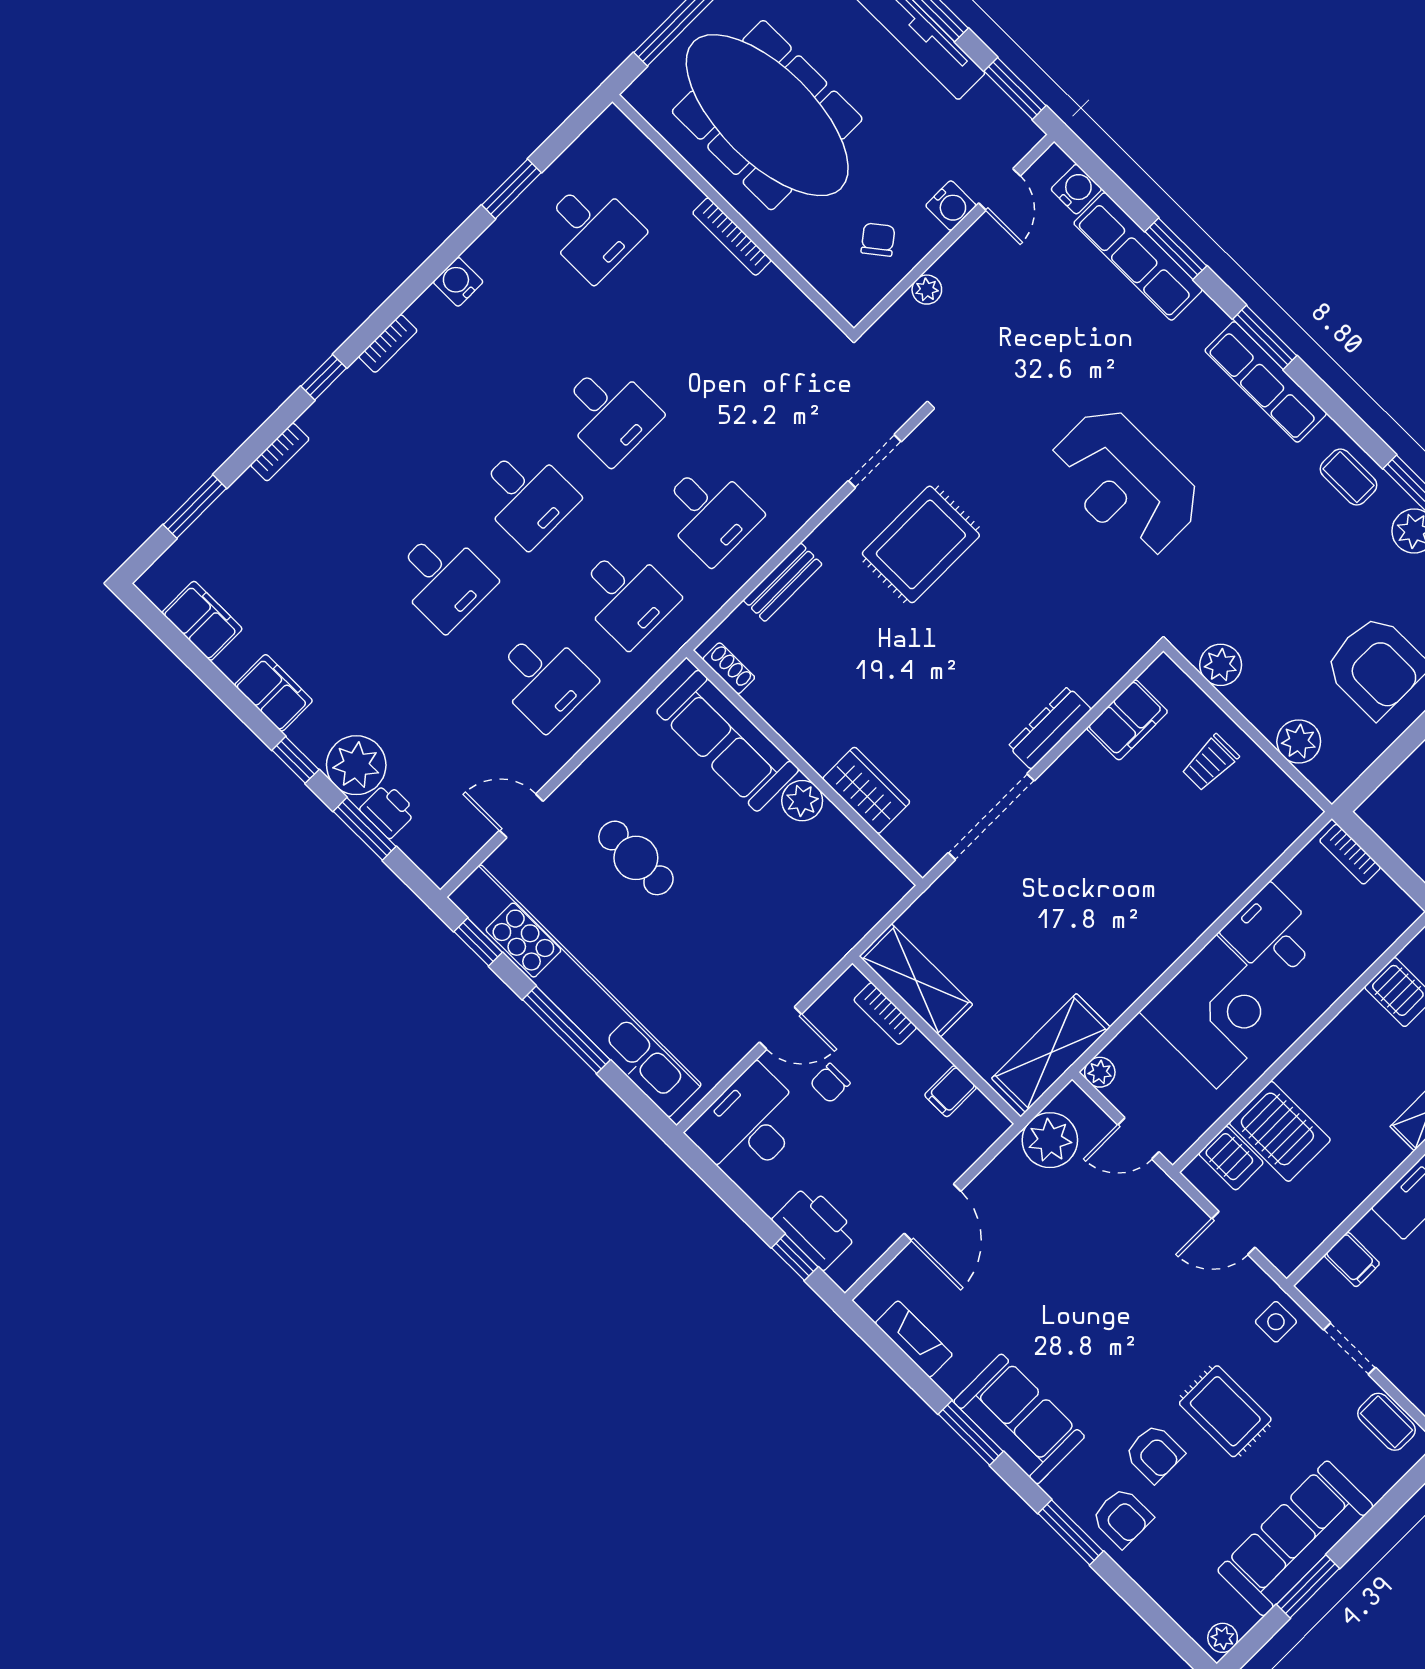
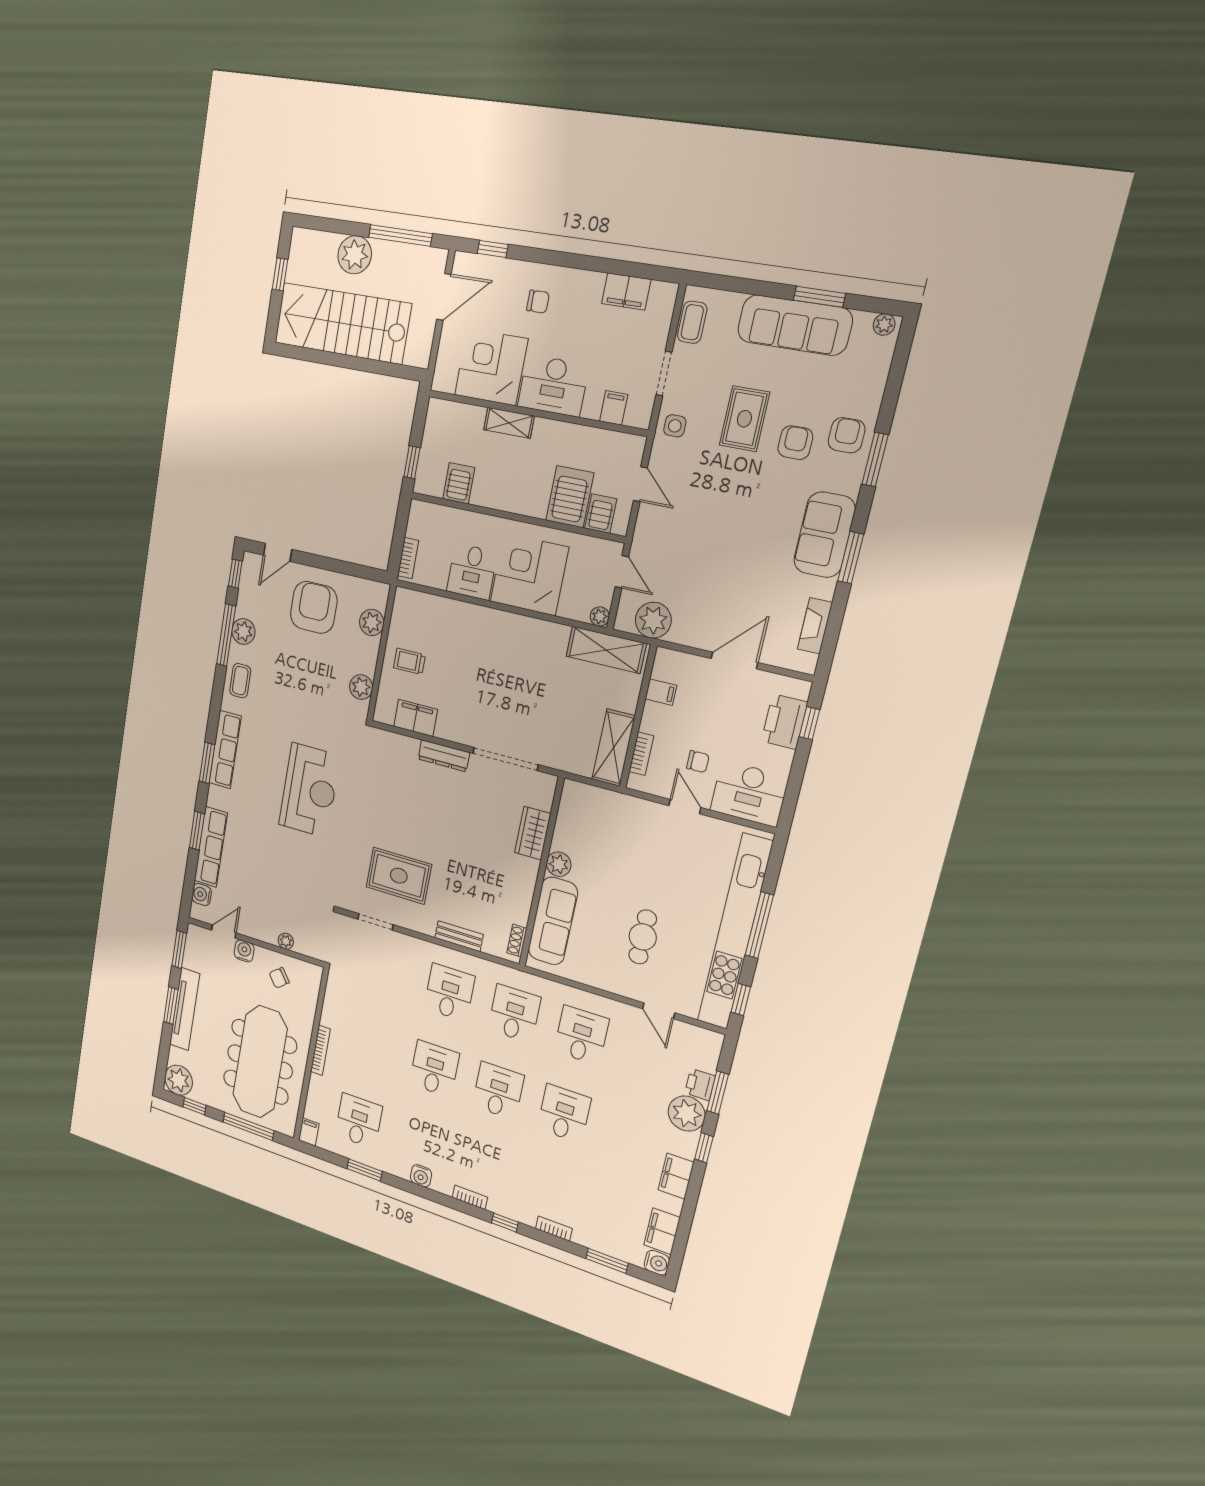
filing cabinet: (616, 129) -> (309, 1132), added
water cooler: (159, 583) -> (657, 1263), added
trolley: (1210, 763) -> (409, 661), turned 180

